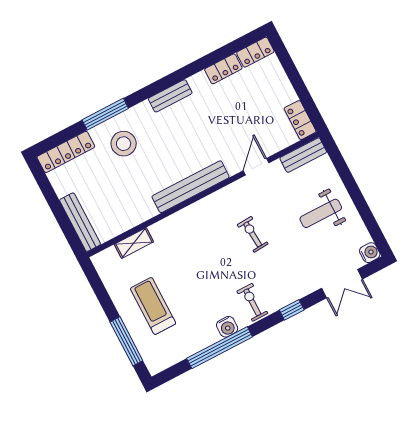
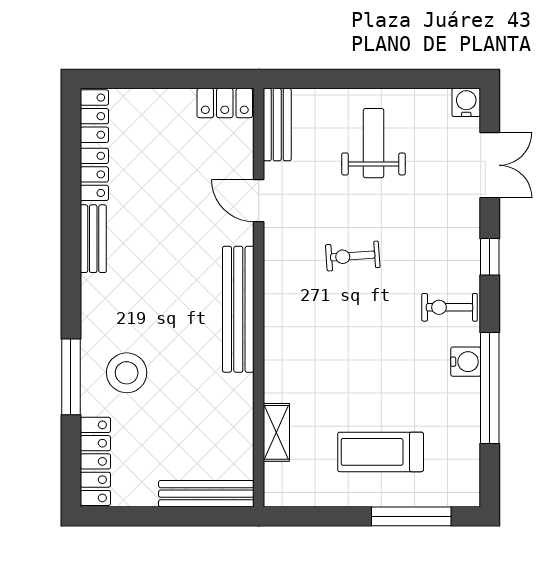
bench: (170, 96) -> (93, 239), moved
weight bench: (321, 213) -> (374, 143), turned 180

